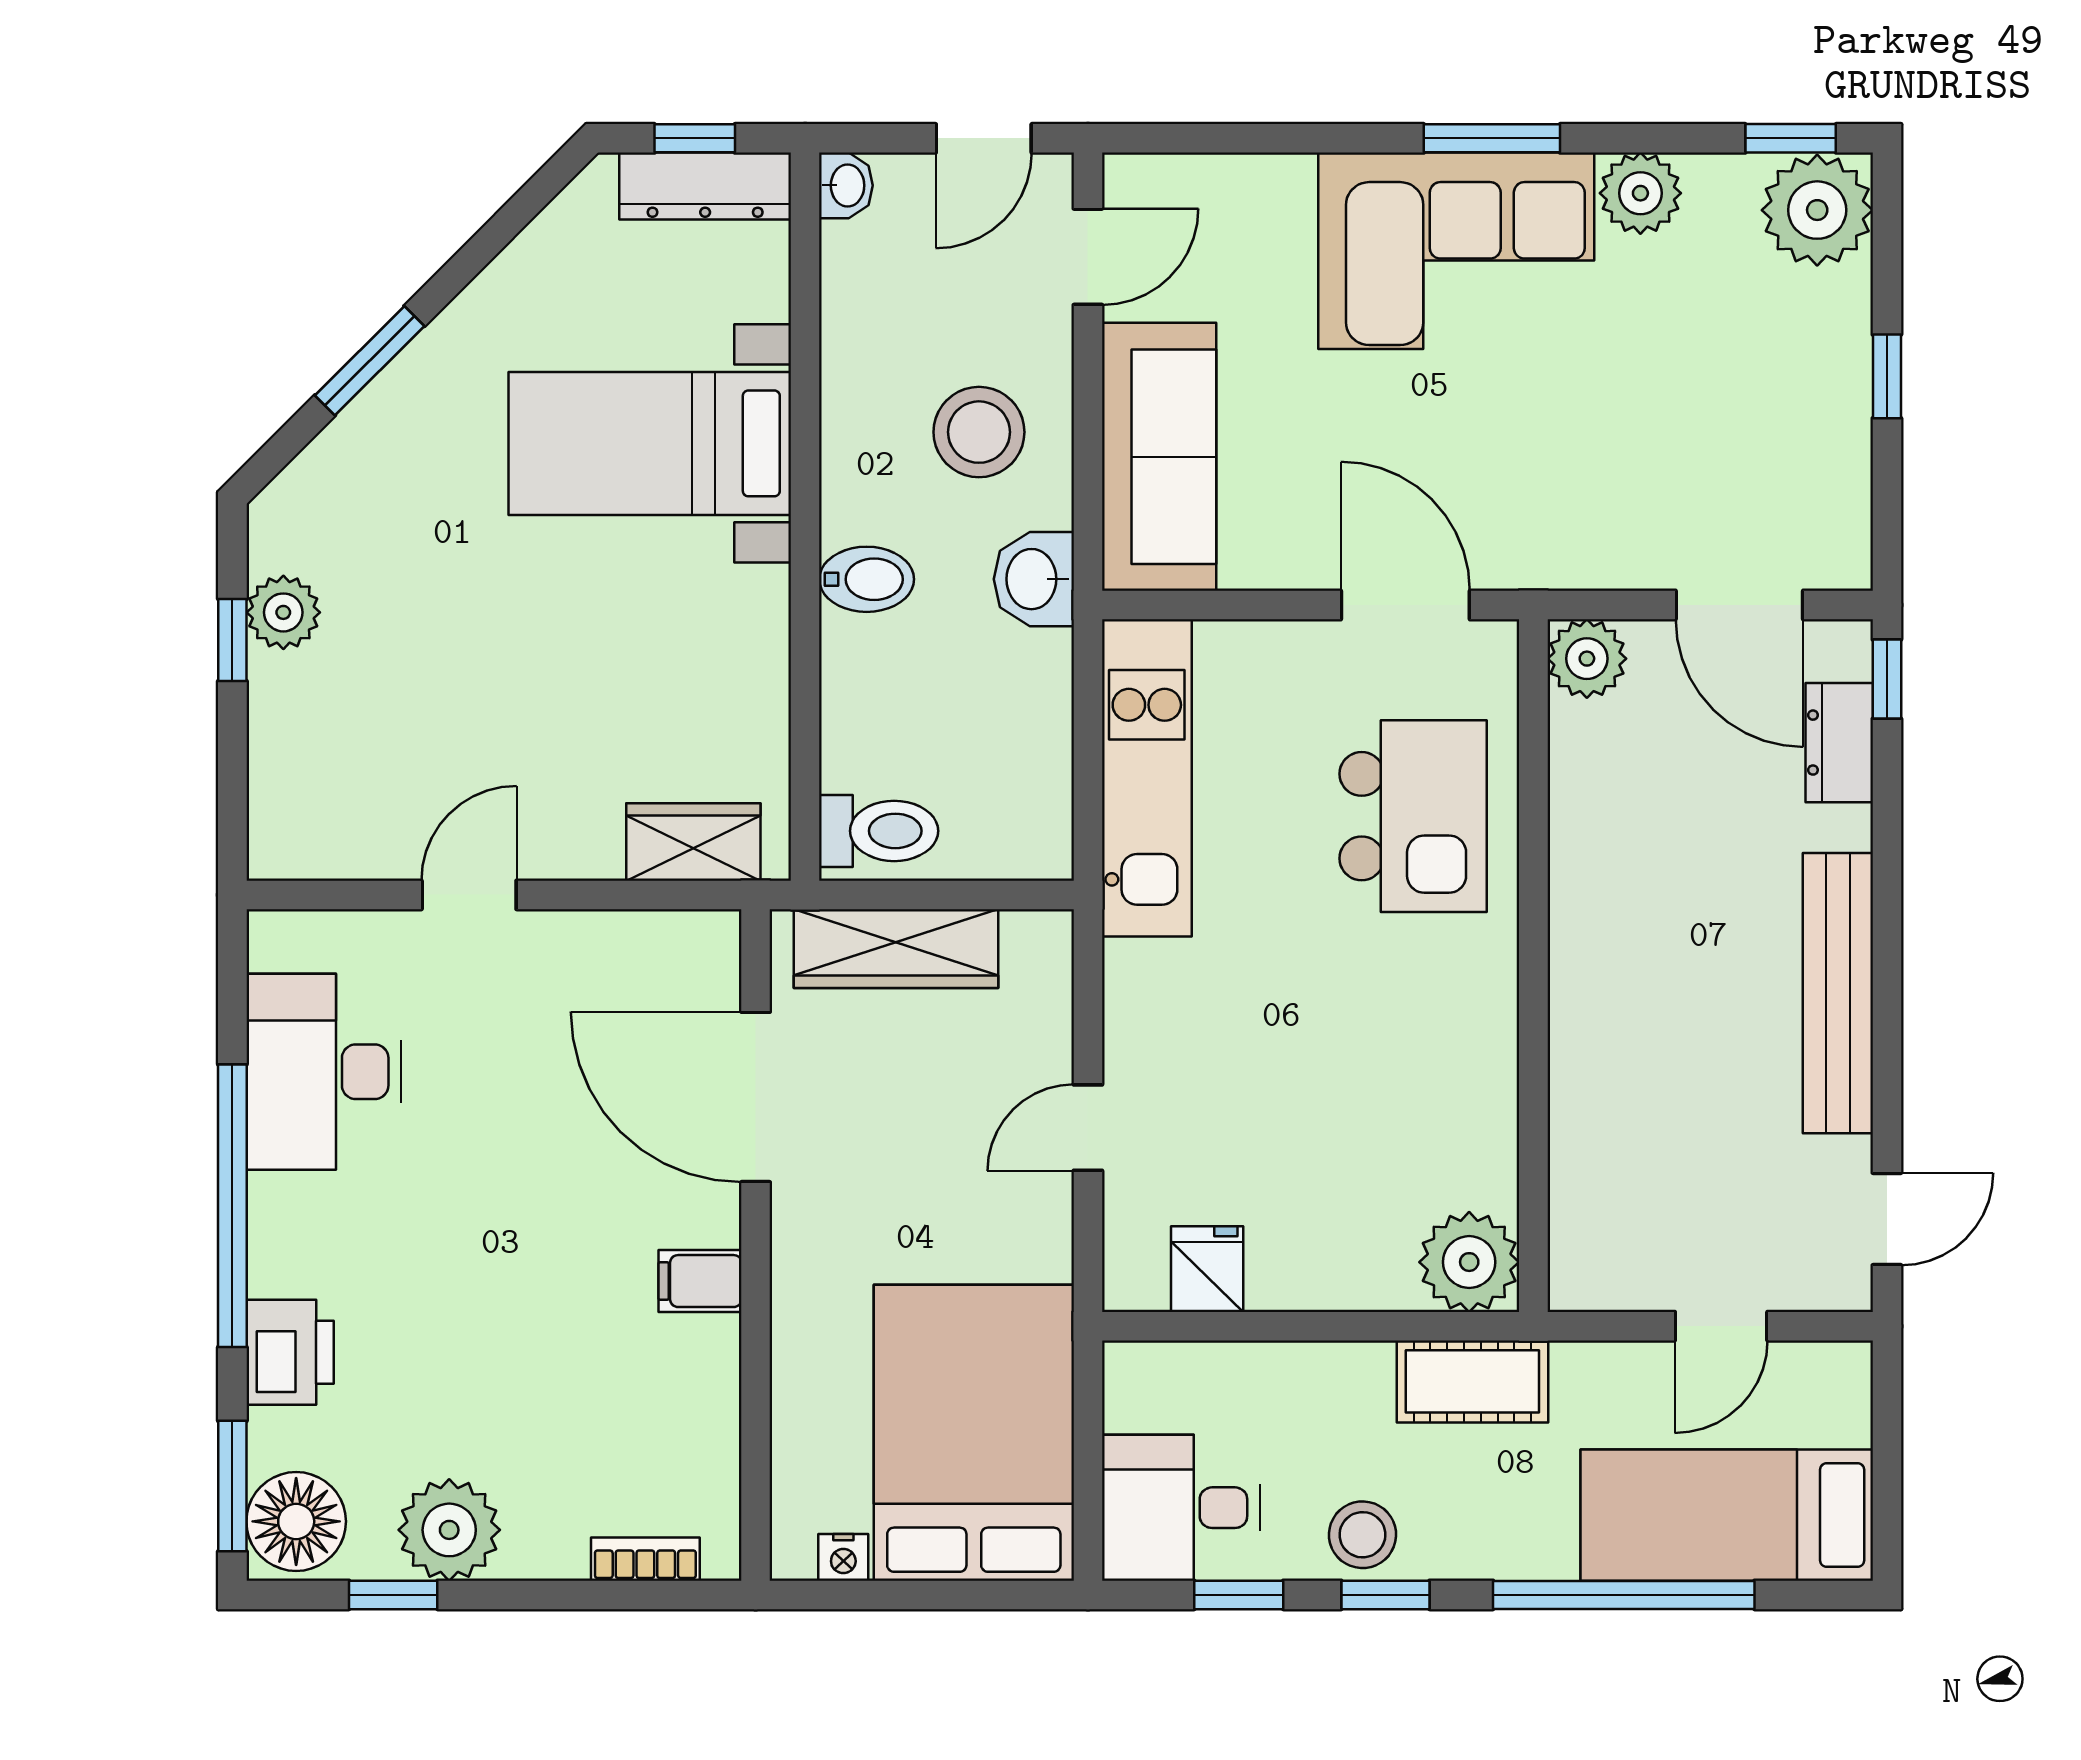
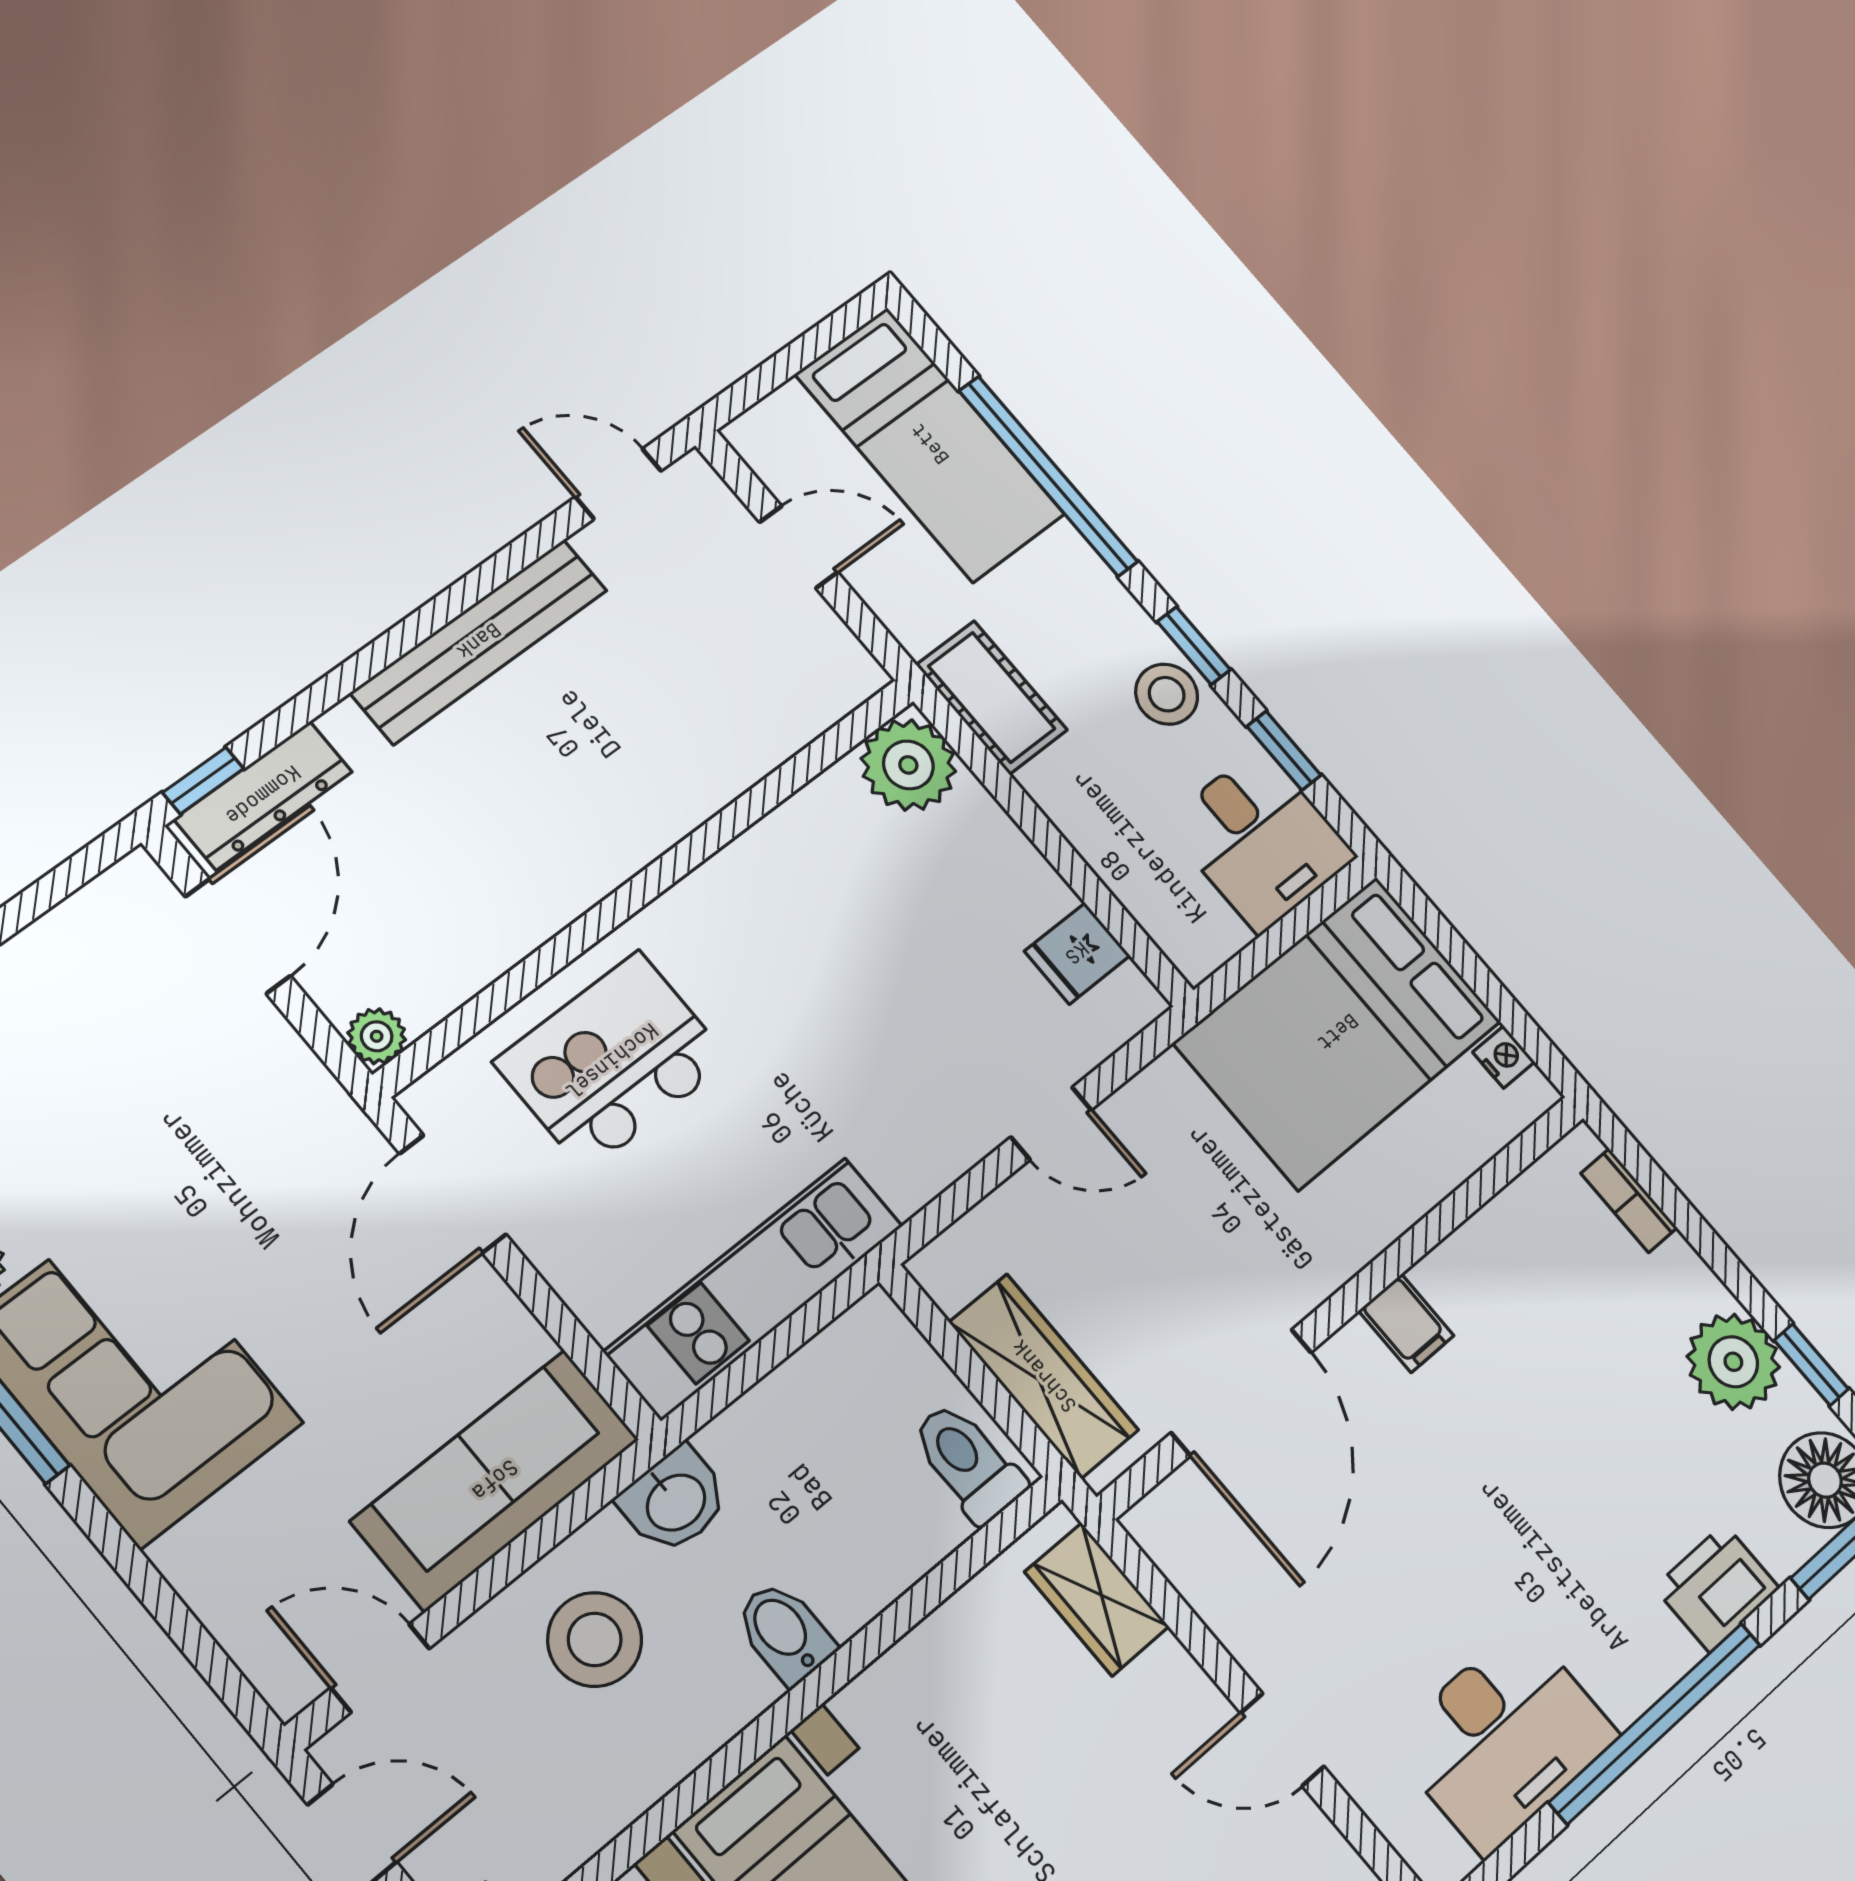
plant: (1587, 659) -> (377, 1036), width x0.73, depth x0.73
dresser: (1839, 743) -> (263, 795), width x1.44

